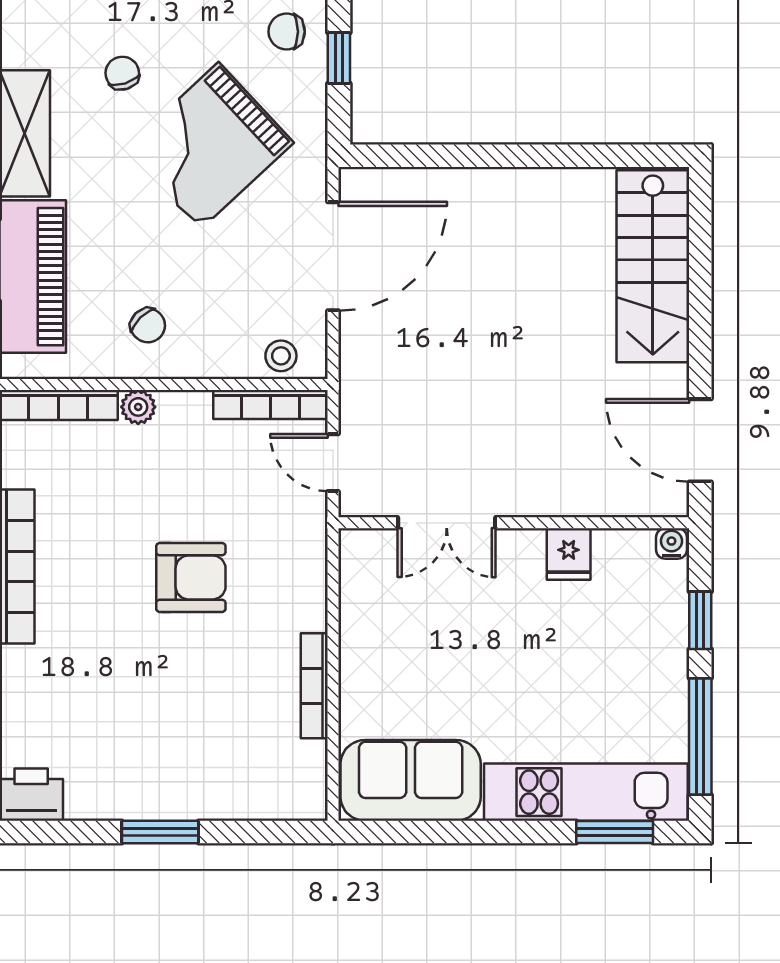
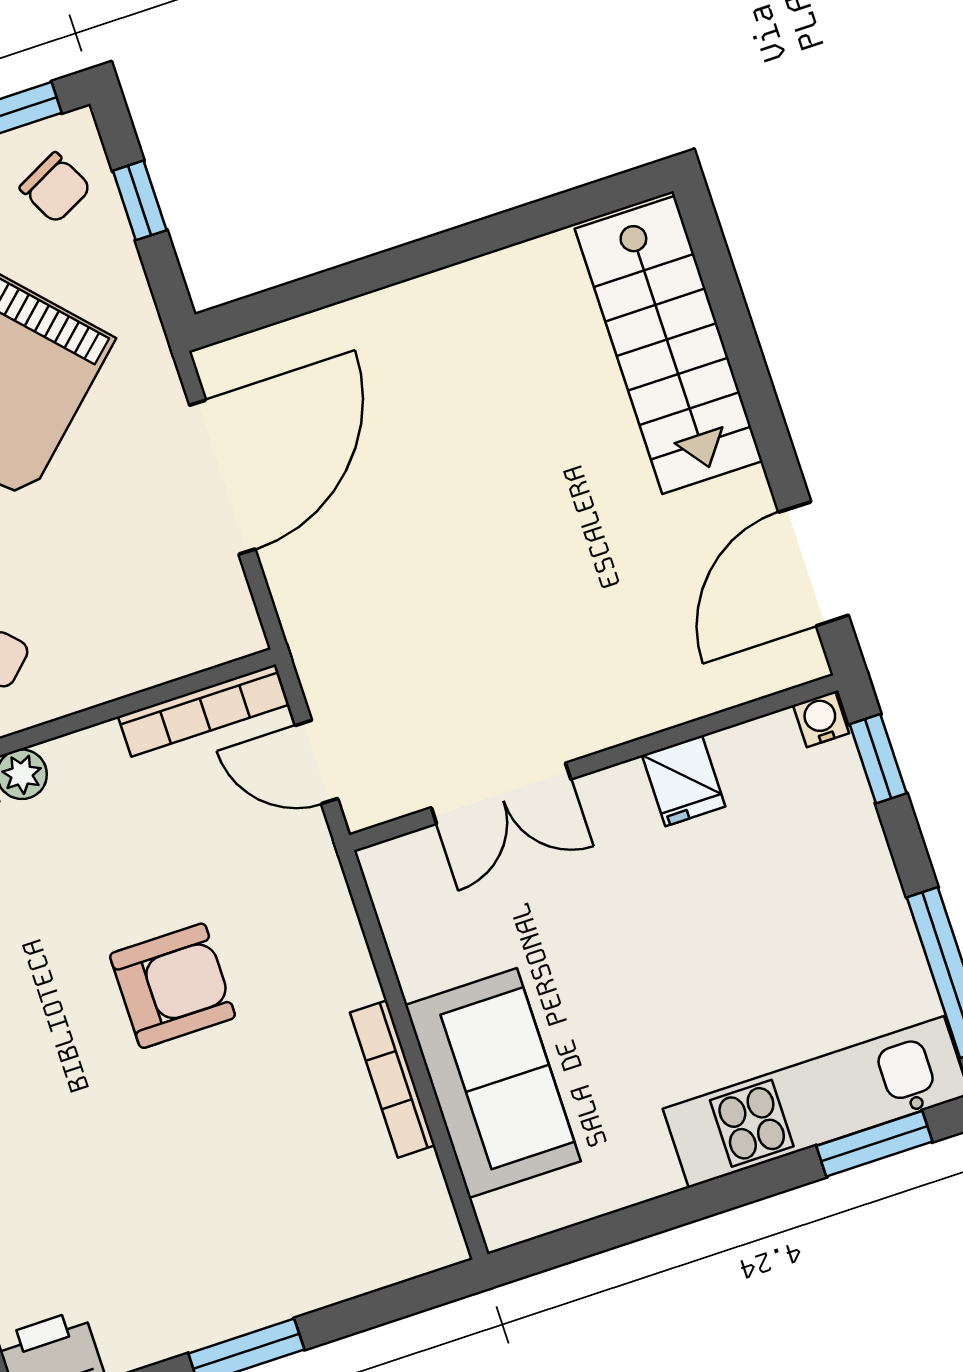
chair: (287, 32) -> (55, 188), turned -117
stool: (281, 356) -> (196, 638), removed
door: (700, 440) -> (814, 564), hinge flipped
window: (700, 620) -> (878, 759), moved
sofa: (411, 780) -> (493, 1083), moved, turned 90

